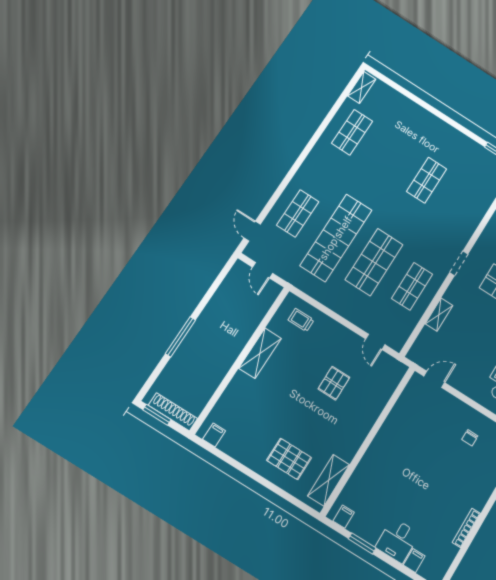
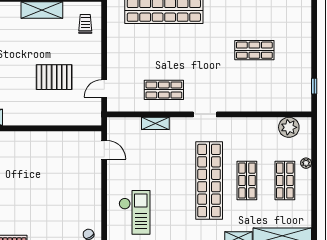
shop shelf: (374, 262) -> (164, 50), removed
pallet: (334, 383) -> (54, 77), width x1.50, depth x1.42
chair: (470, 438) -> (77, 203), removed

